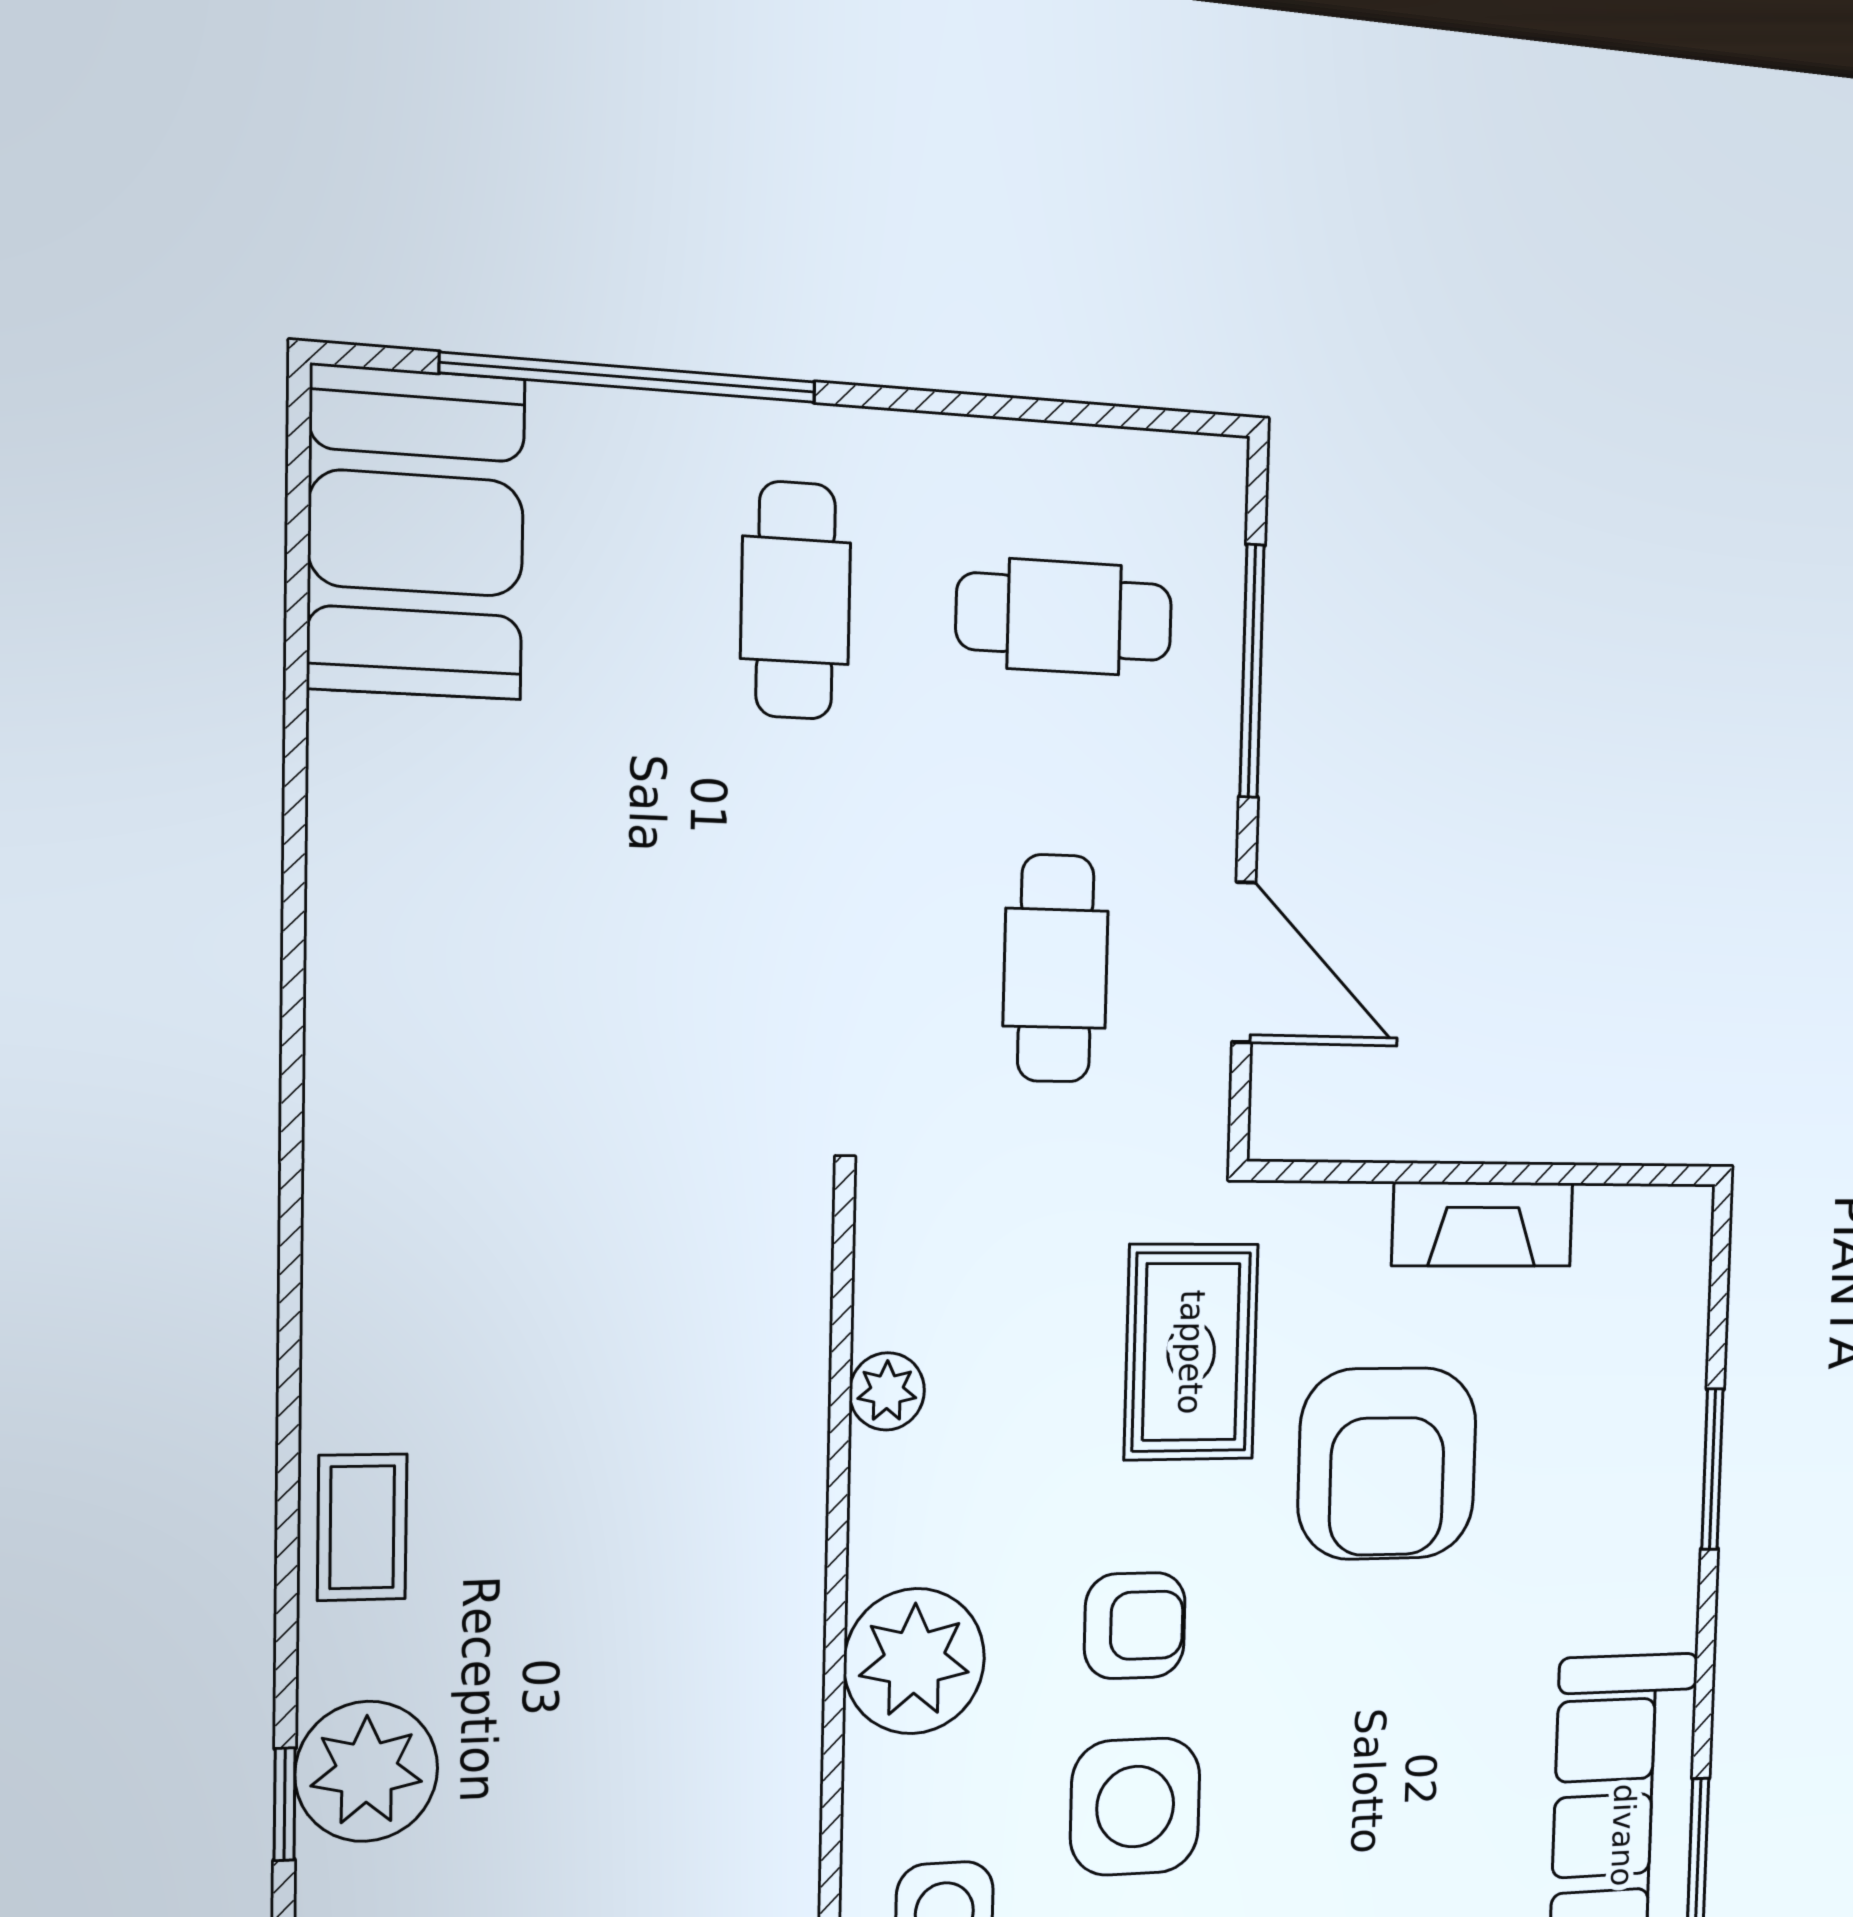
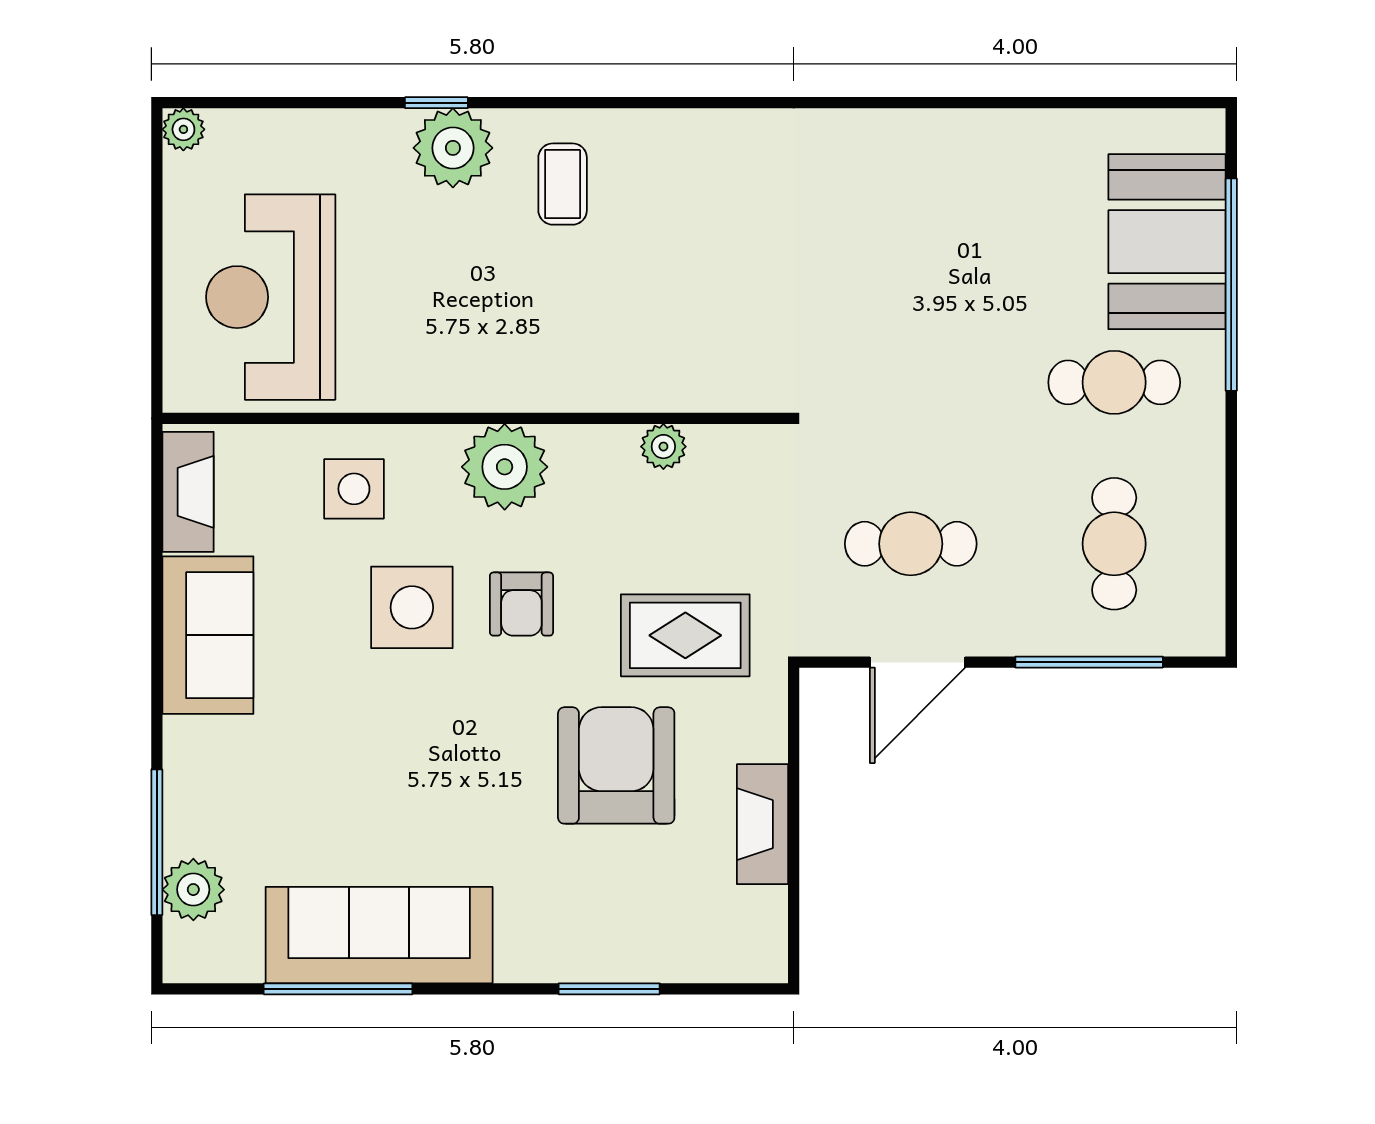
booth: (416, 533) -> (1167, 242), moved, turned 90
armchair: (1387, 1464) -> (616, 765), turned 90
coffee table: (362, 1527) -> (563, 184), moved, turned 90

